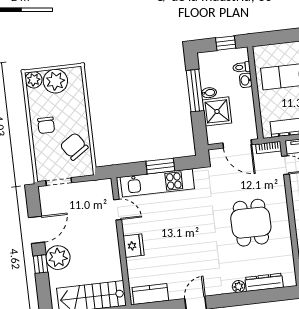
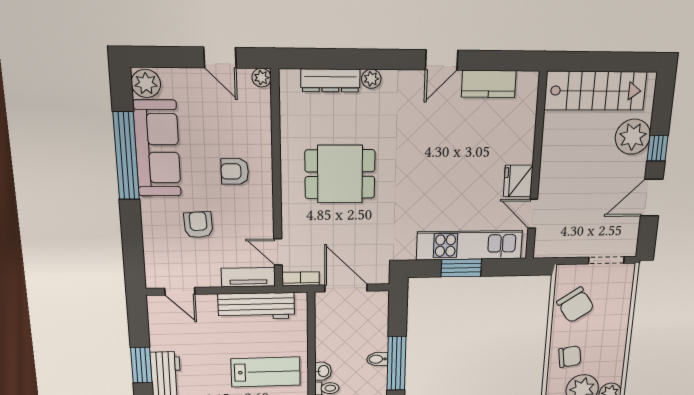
shower: (217, 111) -> (369, 334), removed
chair: (46, 125) -> (570, 357), moved, turned 82
dining table: (251, 223) -> (340, 174), turned 90
fridge: (133, 246) -> (518, 181), moved
plant: (58, 258) -> (633, 137), moved
kitchen counter: (150, 294) -> (489, 84), moved

